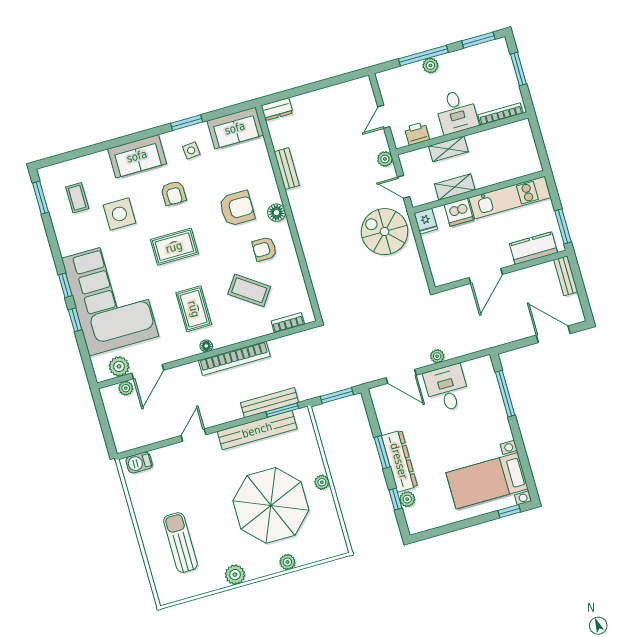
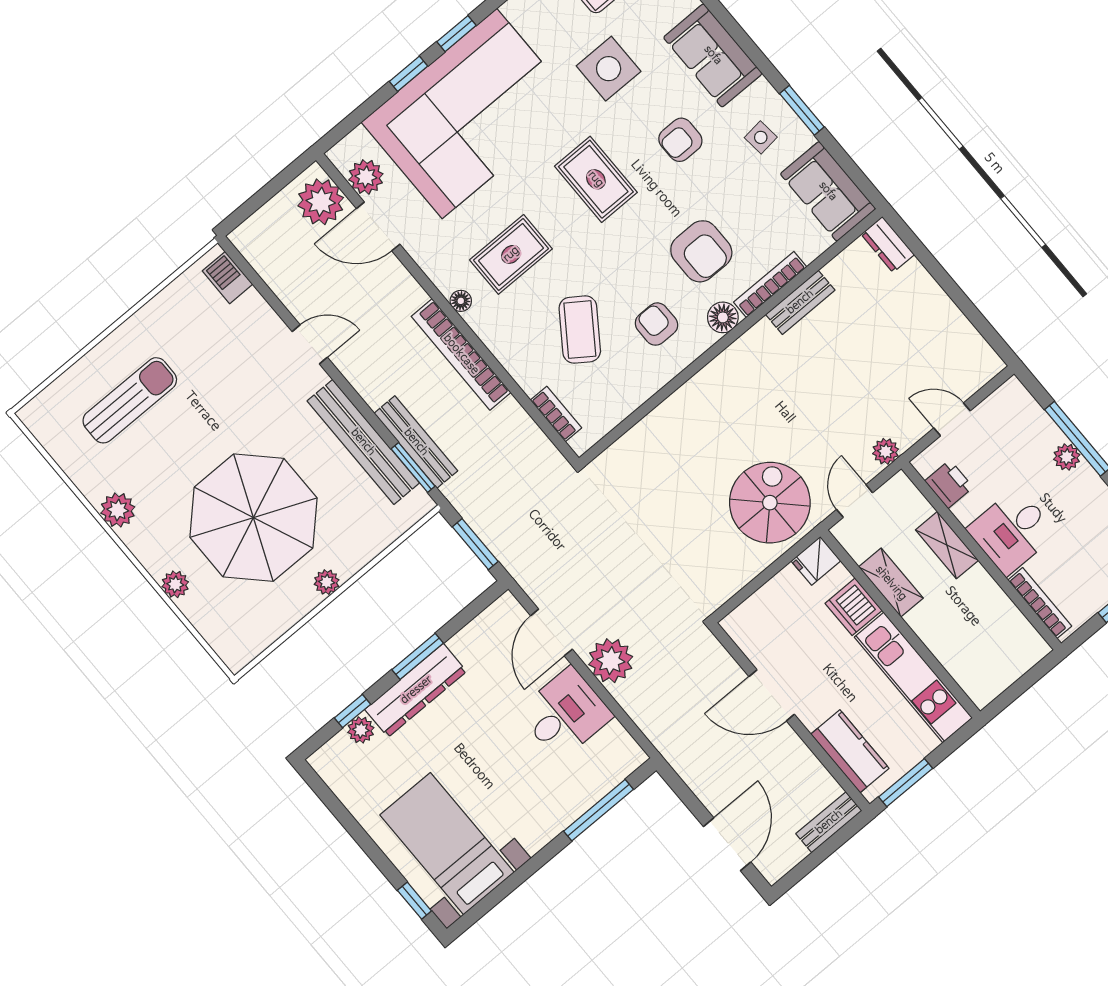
bookcase: (270, 180) -> (770, 285), added
plant: (437, 356) -> (611, 661), width x1.87, depth x1.87
plant: (126, 388) -> (321, 202), width x1.87, depth x1.87

